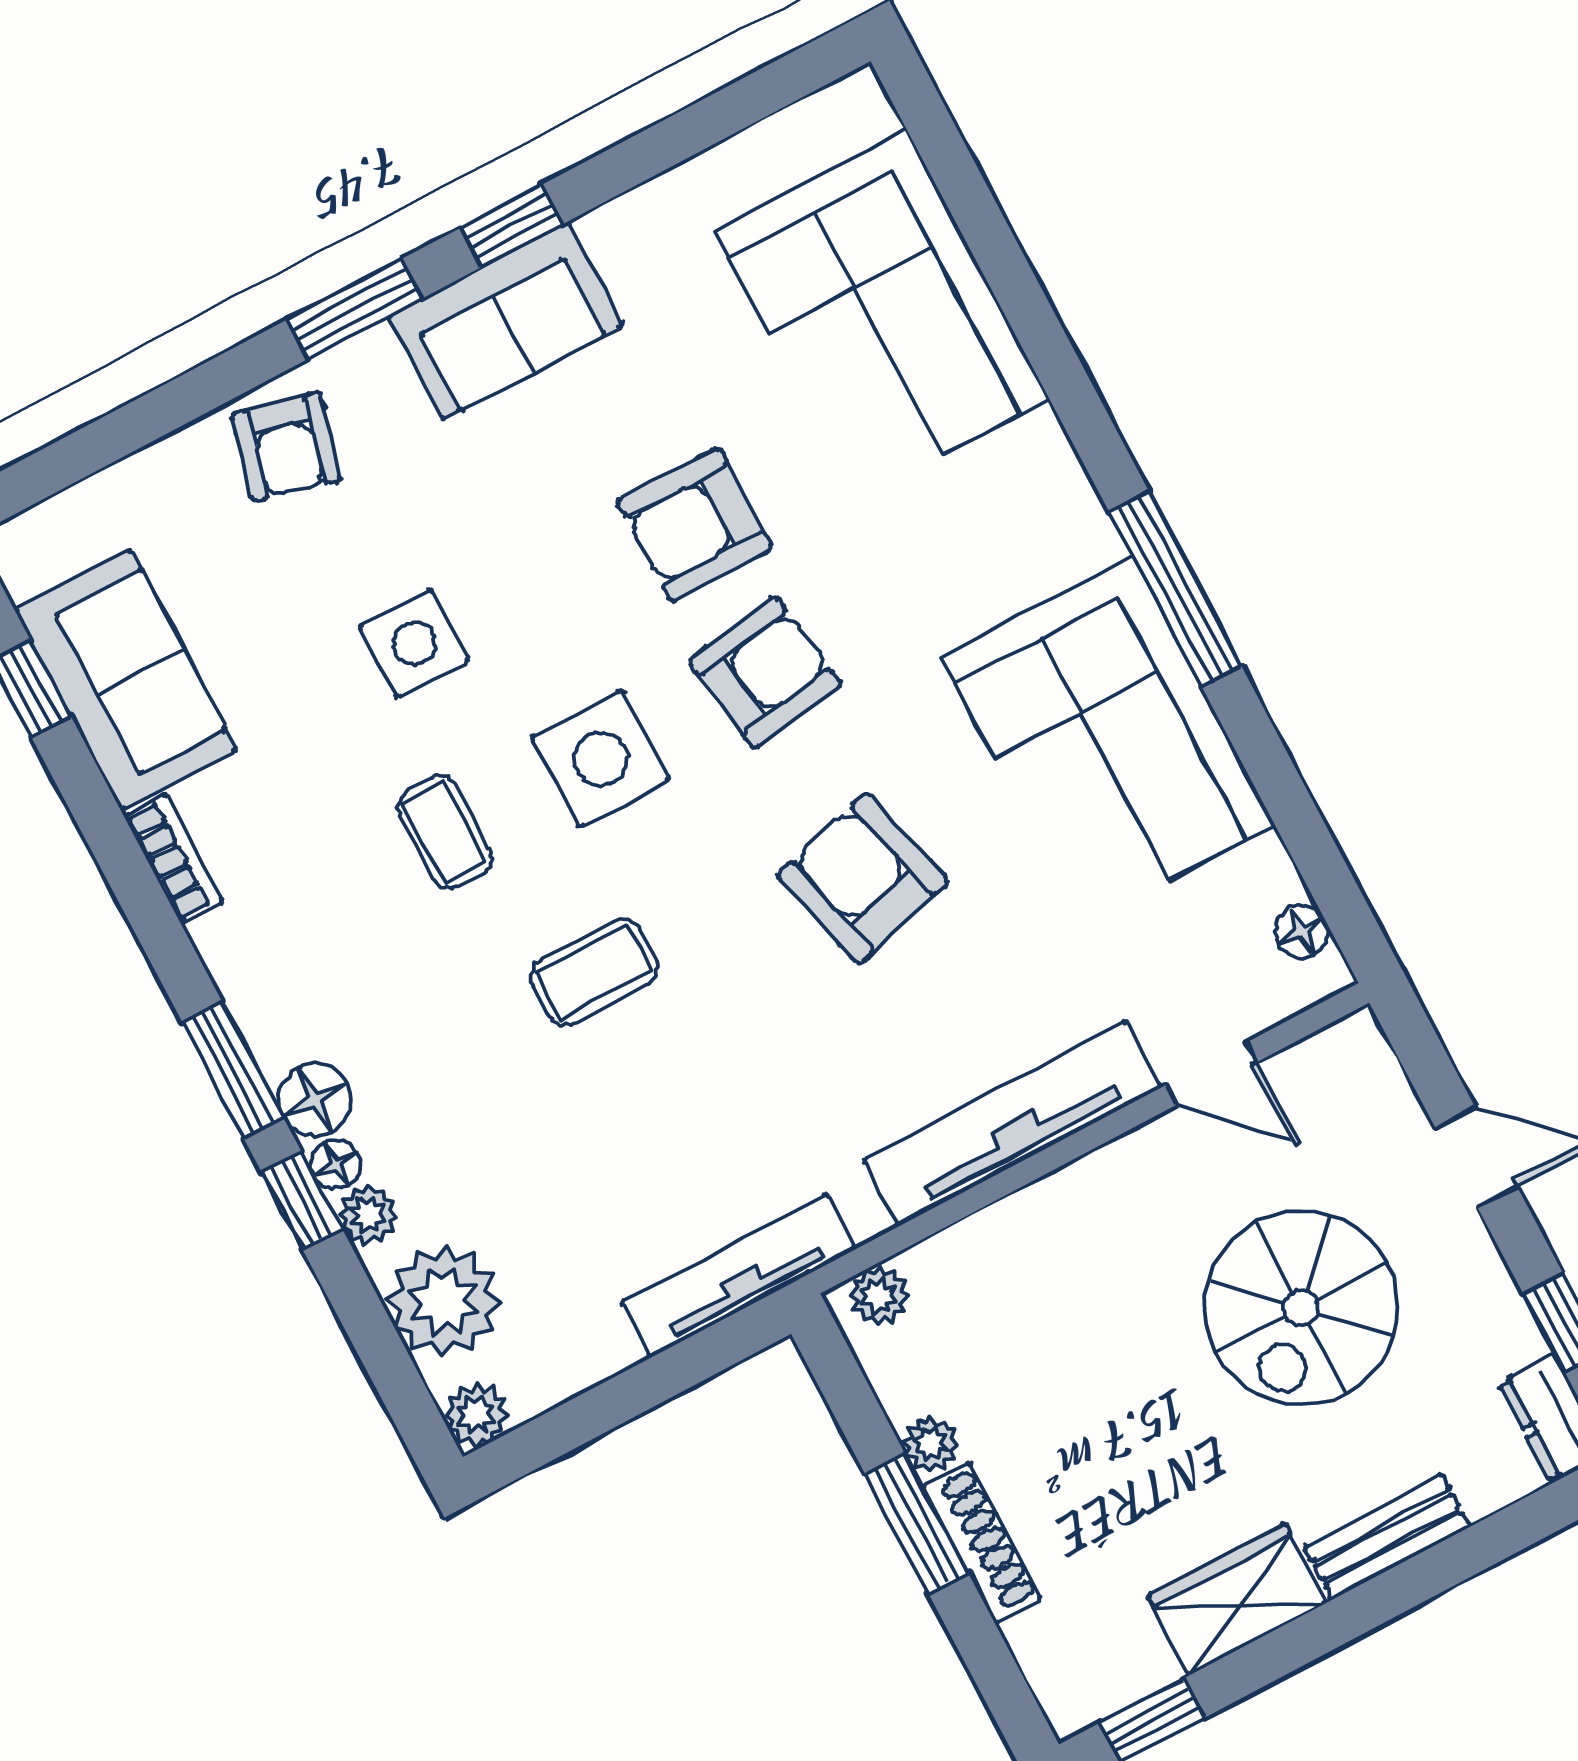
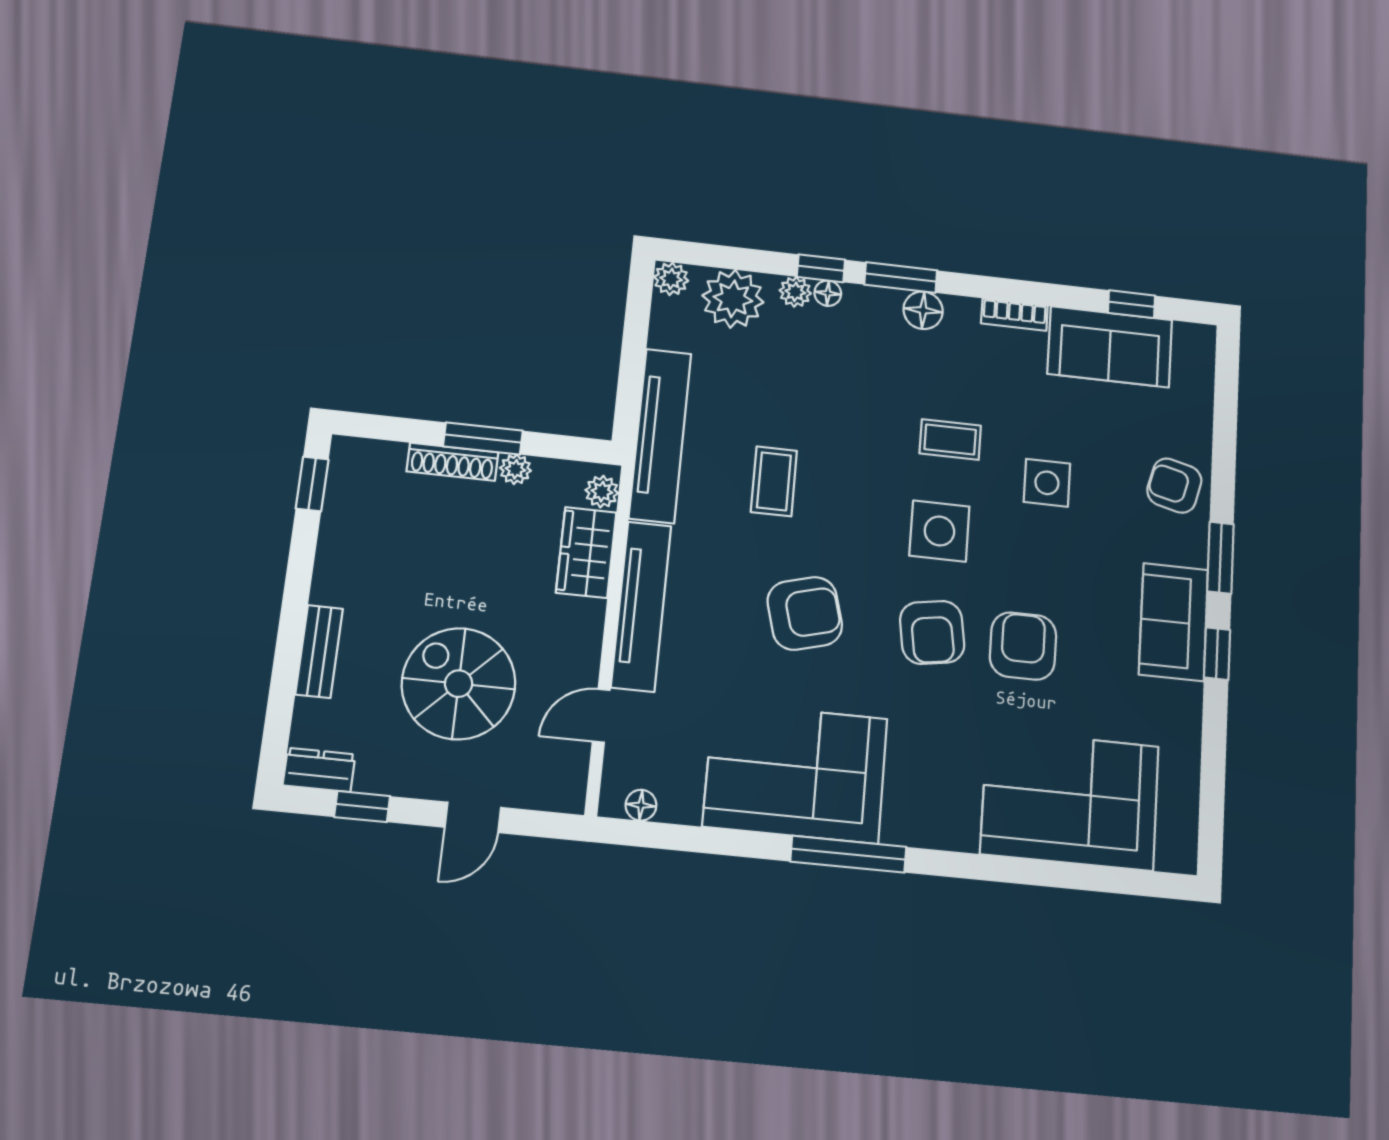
coffee table: (594, 972) -> (774, 481), moved
floor lamp: (315, 1100) -> (923, 310), moved
tv unit: (739, 1276) -> (660, 435), width x1.36, depth x1.29
wardrobe: (1237, 1599) -> (586, 552), moved, turned 180

